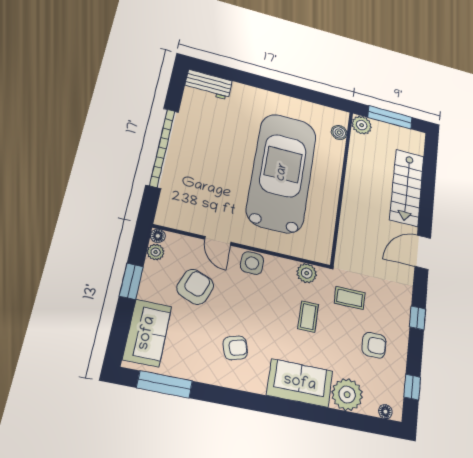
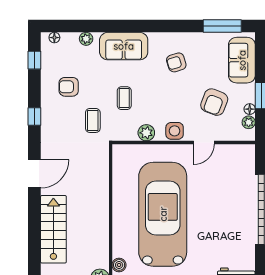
car: (282, 172) -> (163, 214), turned 180
floor lamp: (158, 236) -> (250, 109), moved
door: (218, 241) -> (204, 143), swing flipped
plant: (307, 273) -> (146, 133), moved
coffee table: (350, 298) -> (93, 120), turned 90
plant: (347, 395) -> (86, 39), width x0.53, depth x0.53

